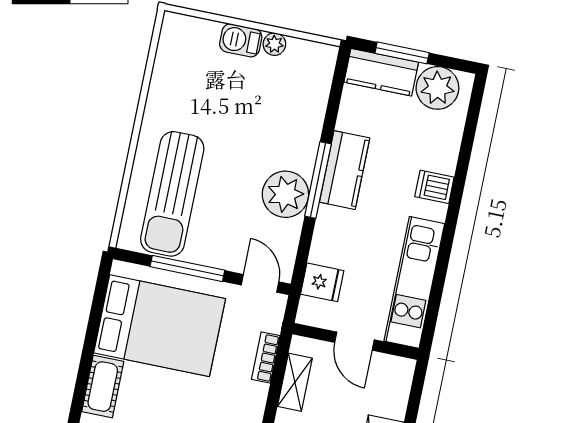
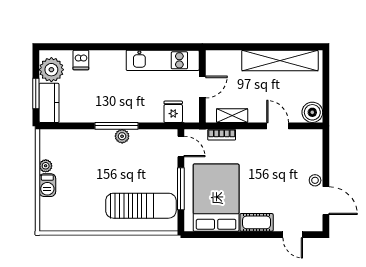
kitchen counter: (345, 170) -> (108, 112), removed
dishwasher: (434, 187) -> (81, 60), moved
plant: (285, 194) -> (122, 136), width x0.53, depth x0.53
door: (260, 283) -> (181, 146), swing flipped

